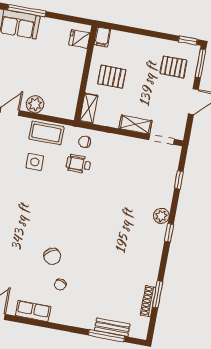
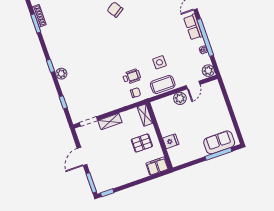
filing cabinet: (102, 37) -> (157, 166), width x2.00
fridge: (79, 39) -> (171, 141), moved
pallet: (173, 67) -> (107, 171), removed

